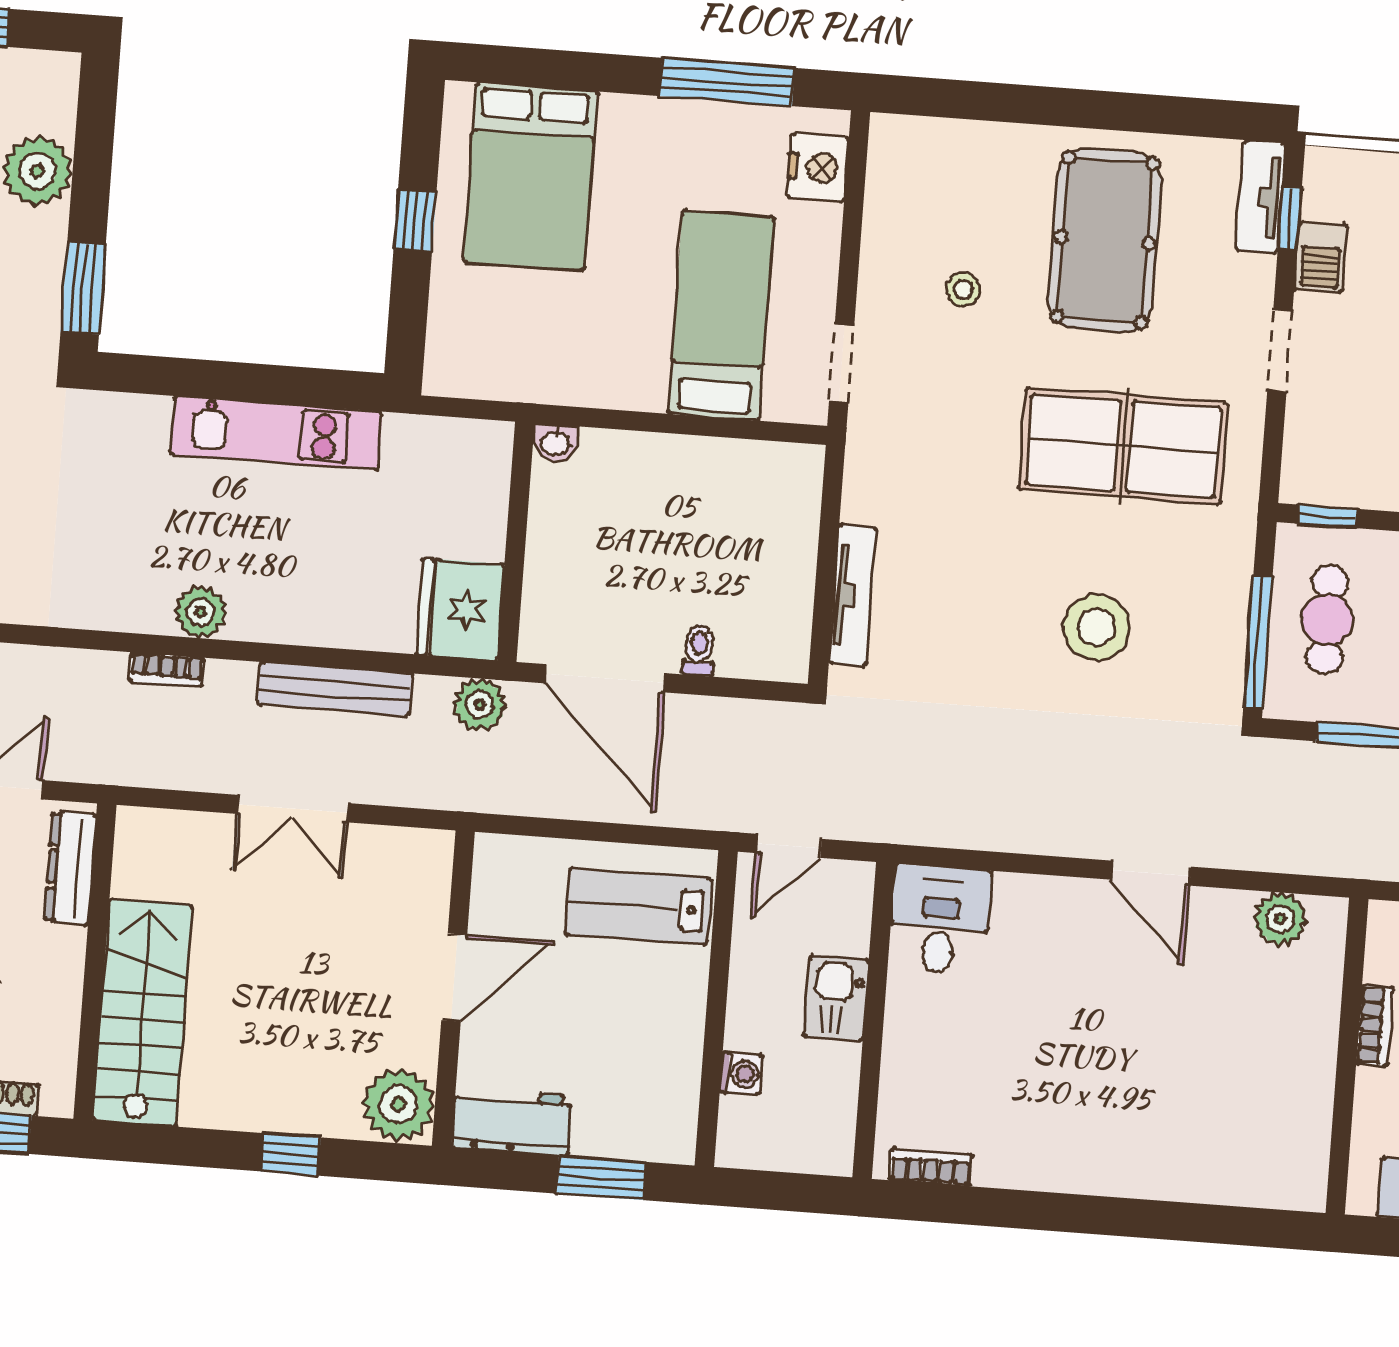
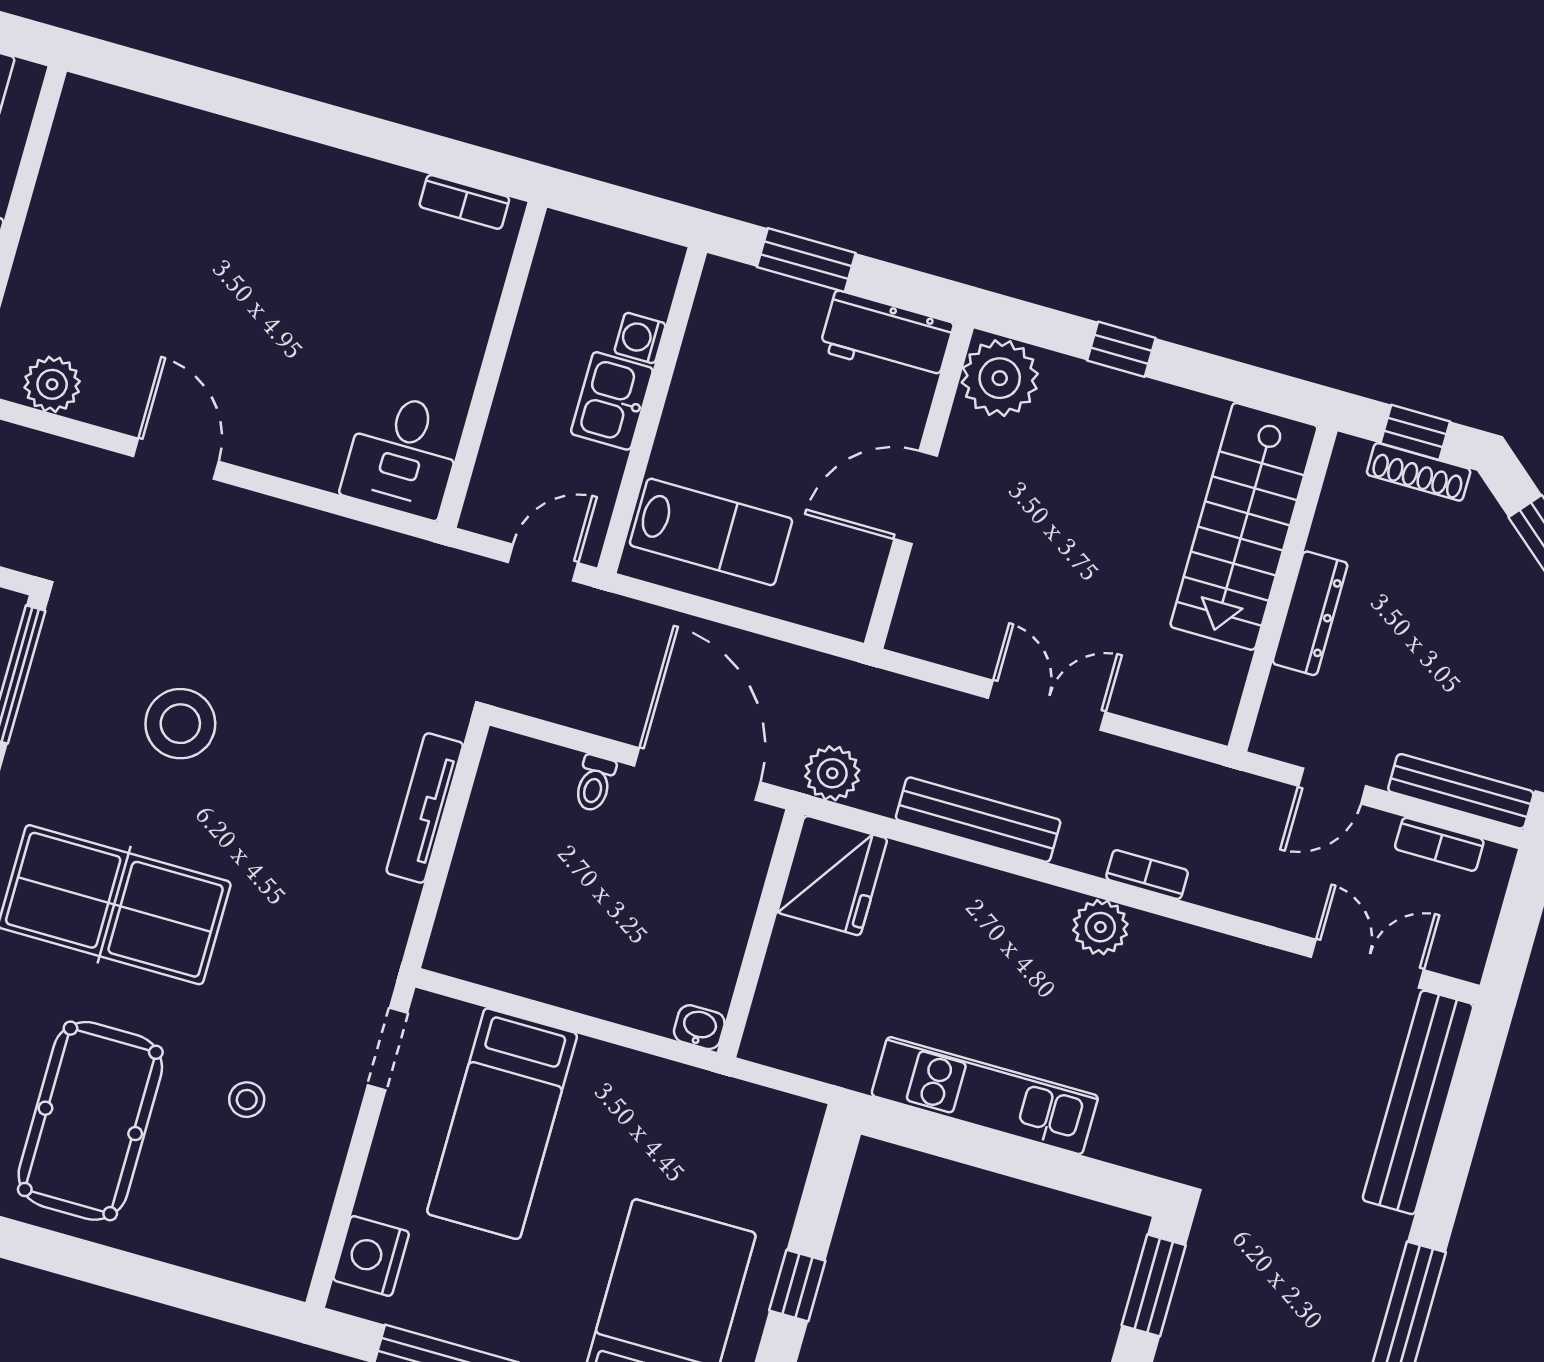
dresser: (70, 868) -> (1310, 613), moved
kitchen sink: (836, 998) -> (612, 401), moved, turned 180

